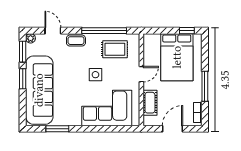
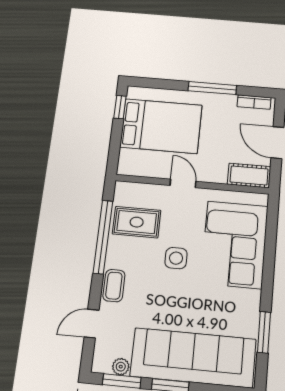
plant: (31, 38) -> (121, 367), moved
rug: (115, 49) -> (137, 222), turned 90
cot: (150, 103) -> (249, 175), moved

